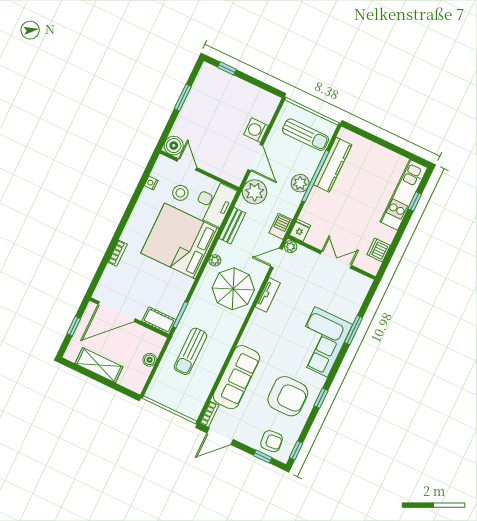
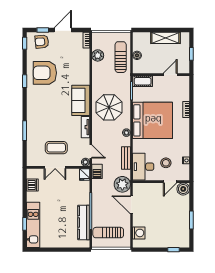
washing machine: (256, 130) -> (139, 233), moved
door: (187, 164) -> (170, 182), hinge flipped
plant: (300, 183) -> (98, 55), moved
bed: (180, 241) -> (153, 120), moved
door: (276, 258) -> (91, 151), hinge flipped
coffee table: (321, 286) -> (56, 148), added
parasol: (233, 289) -> (109, 107), moved
door: (117, 312) -> (170, 75), width x0.53
corner sofa: (321, 342) -> (40, 114), removed
sun lounger: (190, 351) -> (121, 57), moved
sofa: (236, 377) -> (81, 100), moved, width x0.73
door: (220, 436) -> (63, 30), moved

